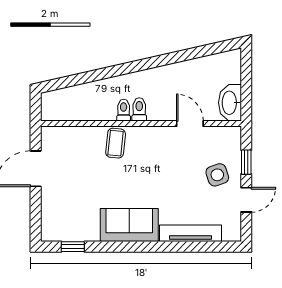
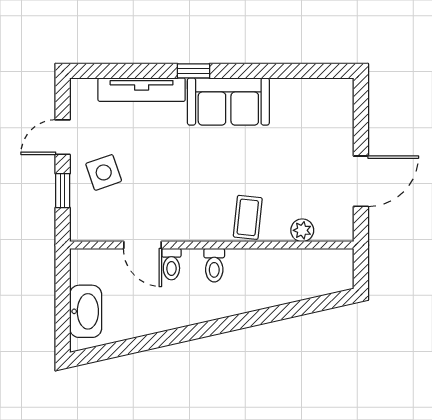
washbasin: (230, 103) -> (86, 311), moved
toilet: (124, 110) -> (171, 264), moved
plant: (77, 134) -> (302, 230), added
window: (73, 247) -> (194, 71), moved

